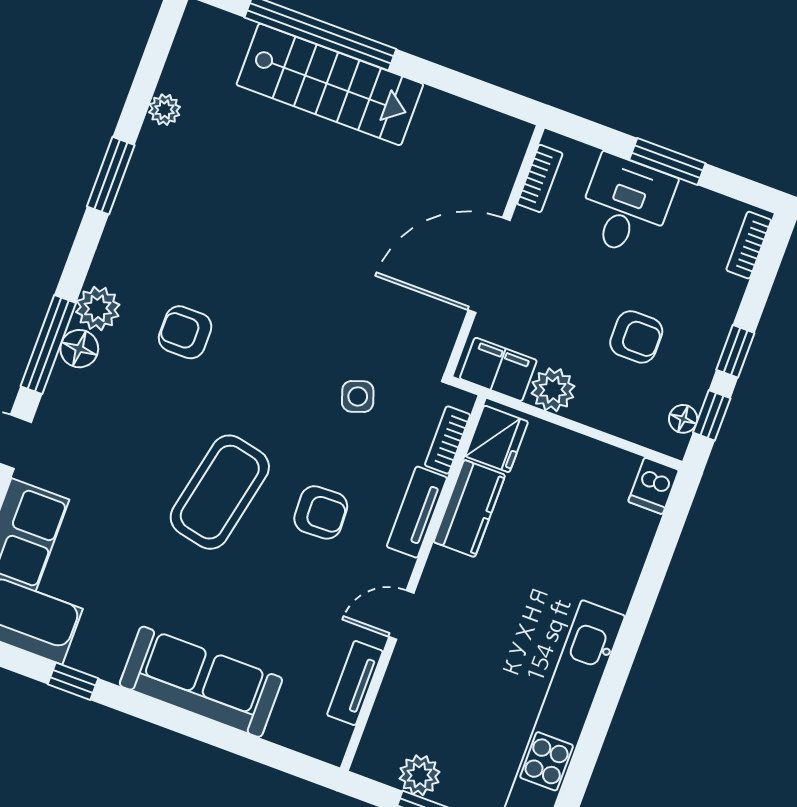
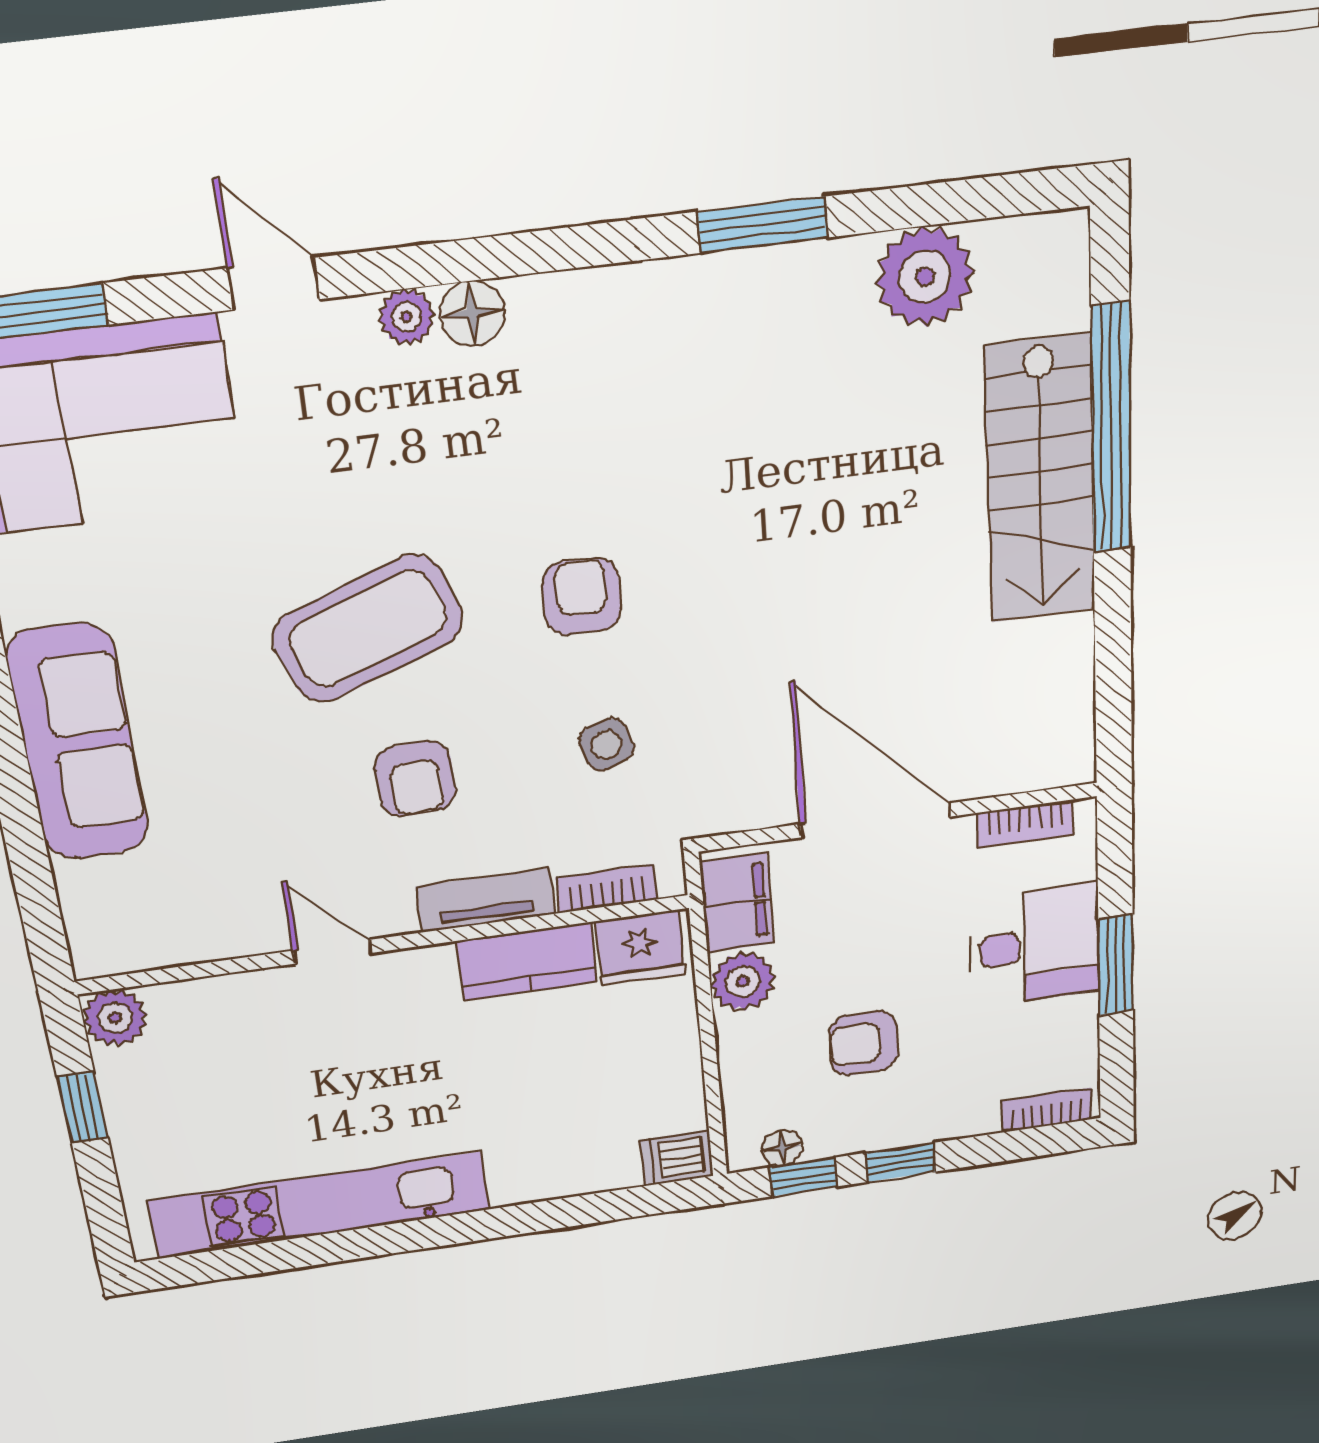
plant: (164, 110) -> (925, 277), width x1.87, depth x1.87
plant: (98, 308) -> (406, 317), moved, width x0.73, depth x0.73
armchair: (185, 332) -> (582, 596), moved
armchair: (636, 337) -> (864, 1043), turned 90
window: (48, 345) -> (454, 262), removed
coffee table: (220, 492) -> (368, 629), turned -32
tv unit: (355, 683) -> (203, 942), removed
plant: (420, 775) -> (115, 1018), moved

